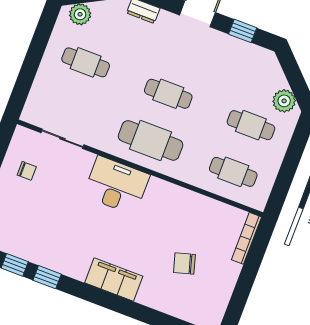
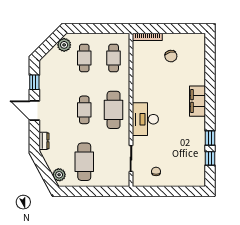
cafe table: (86, 62) -> (84, 162), width x1.37, depth x1.35
chair: (184, 264) -> (171, 56), moved

